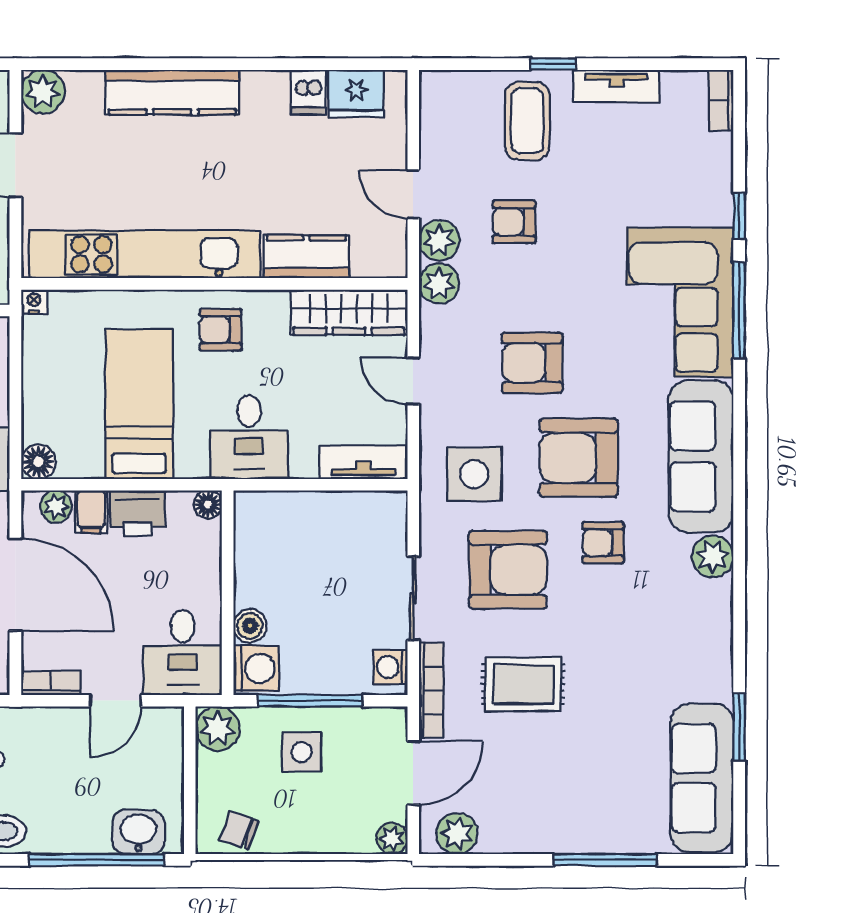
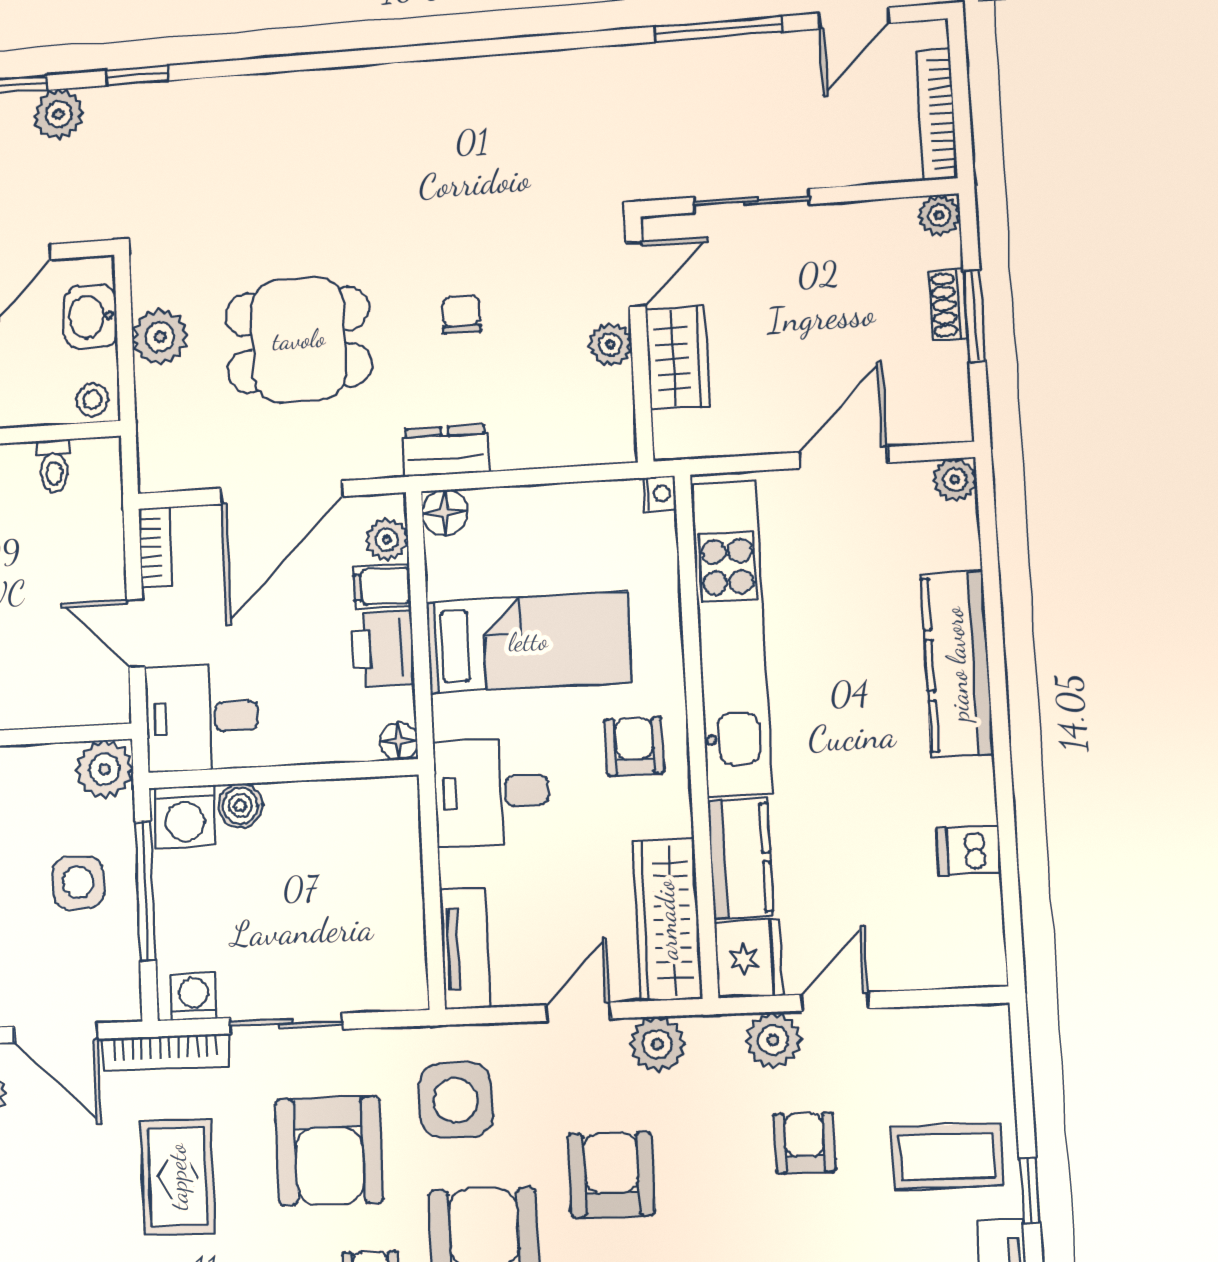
plant: (43, 92) -> (955, 480), width x0.73, depth x0.73
fridge: (356, 94) -> (749, 959), moved, turned 180
plant: (439, 284) -> (657, 1044), moved

